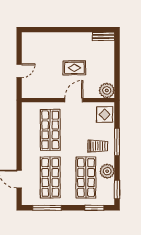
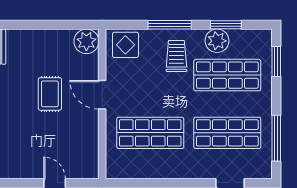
window: (117, 189) -> (226, 25), moved

